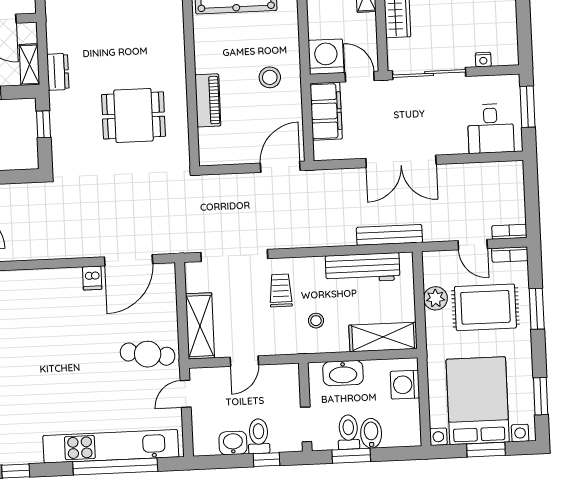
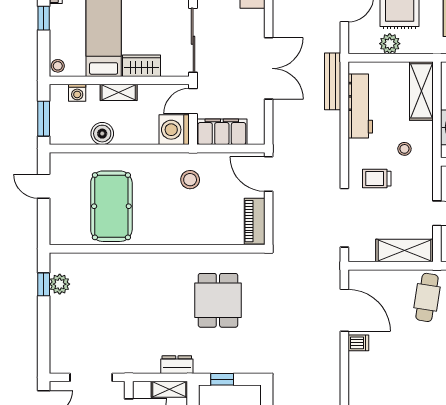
piano: (208, 100) -> (255, 221), moved, turned -90

